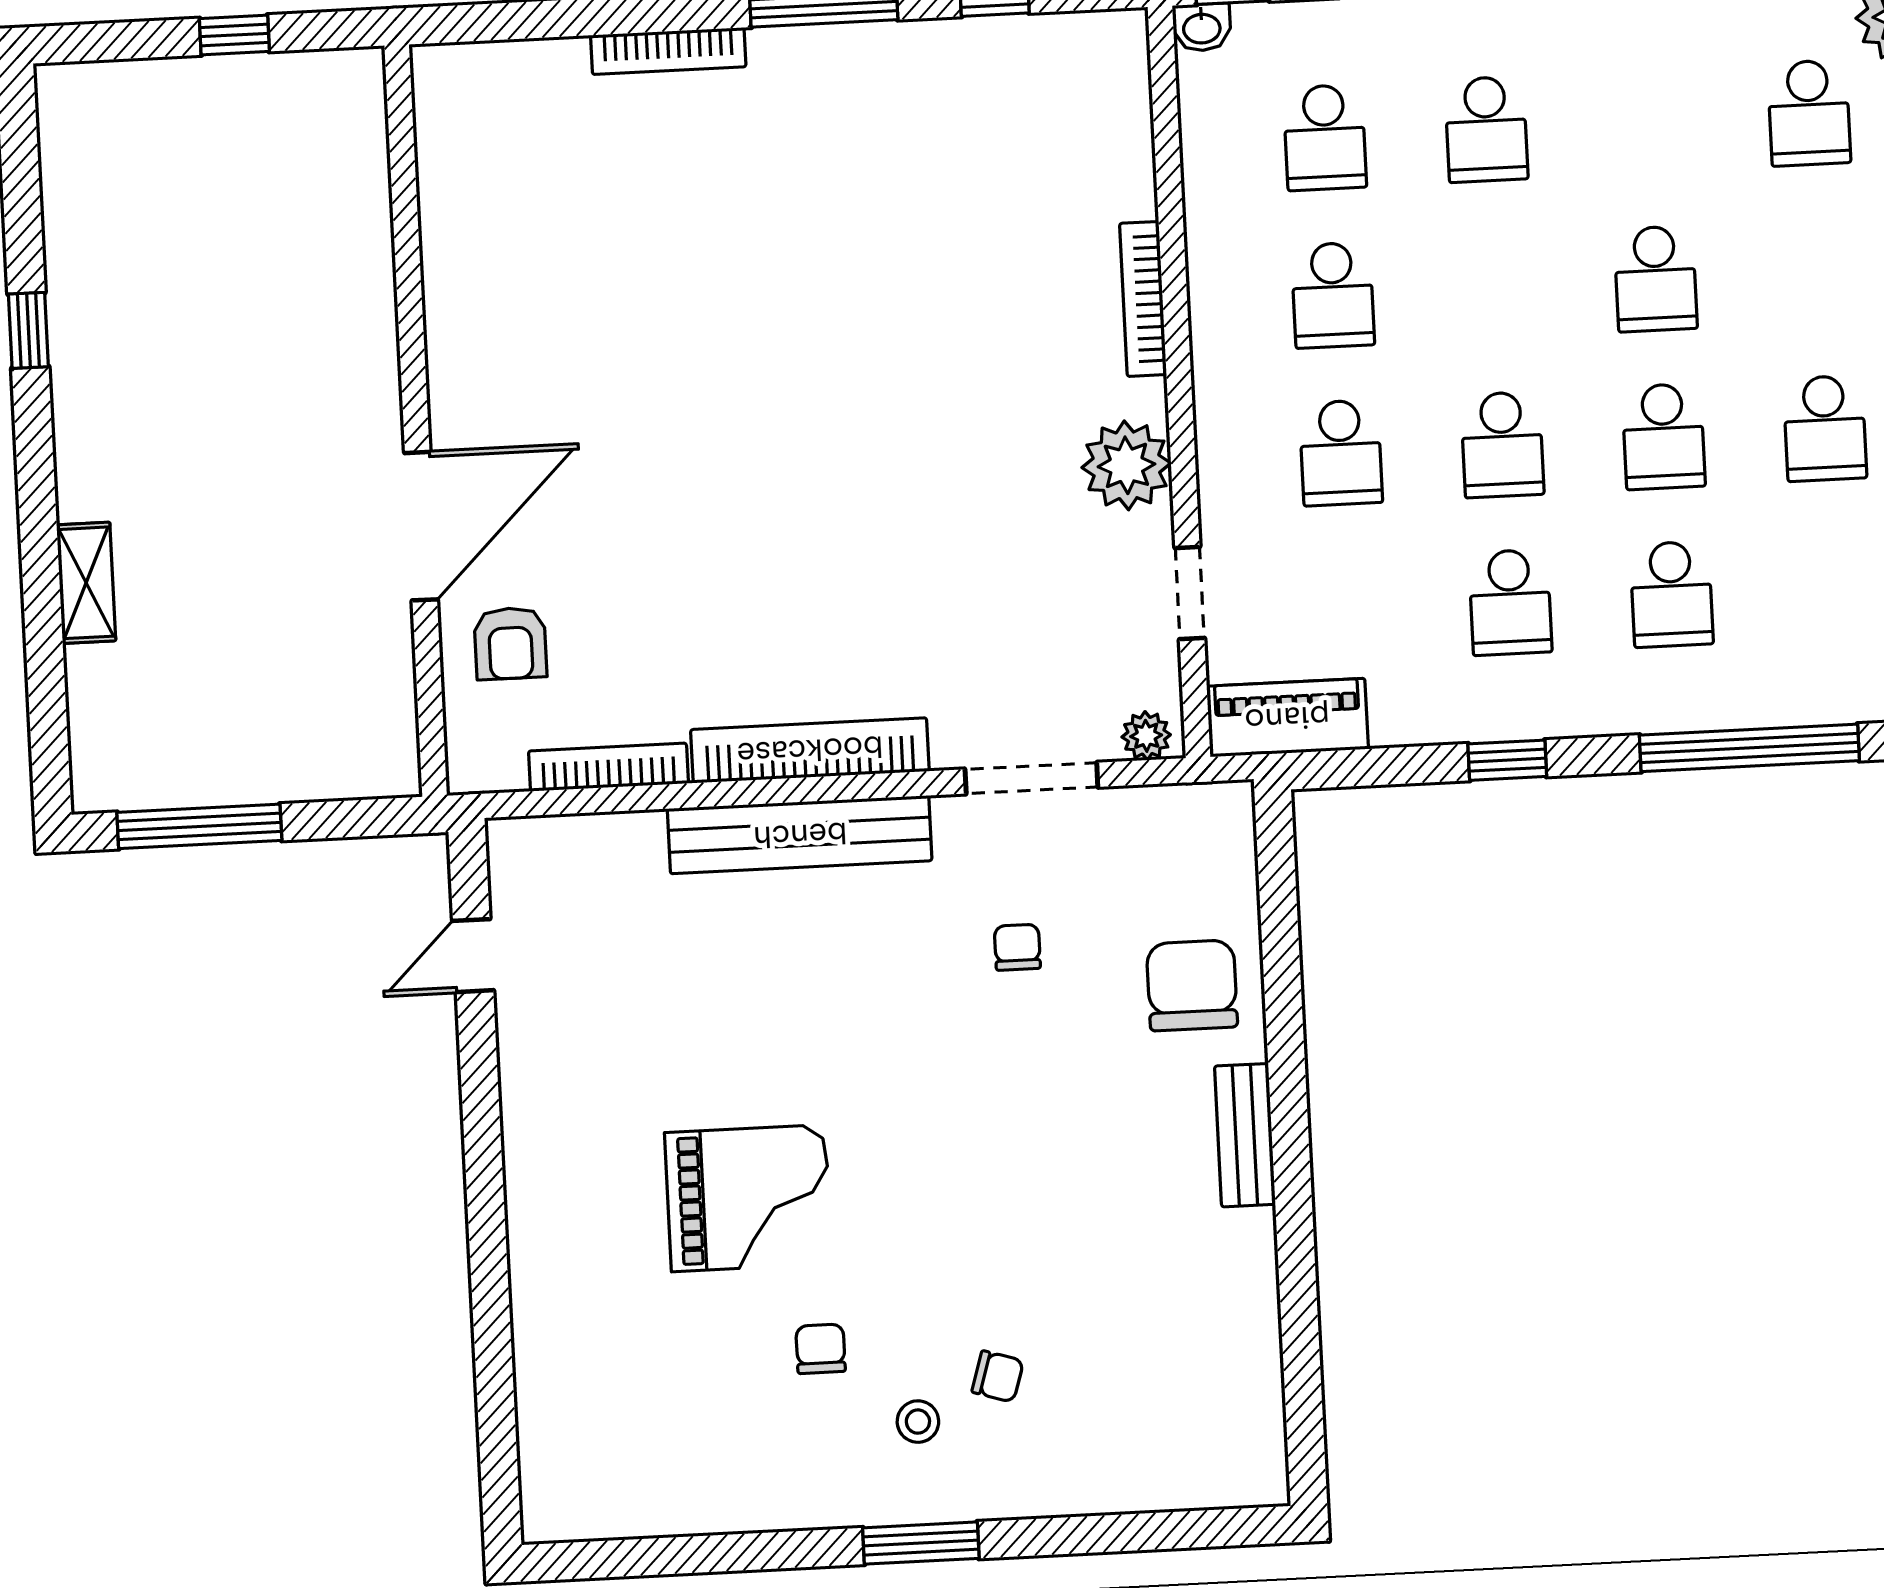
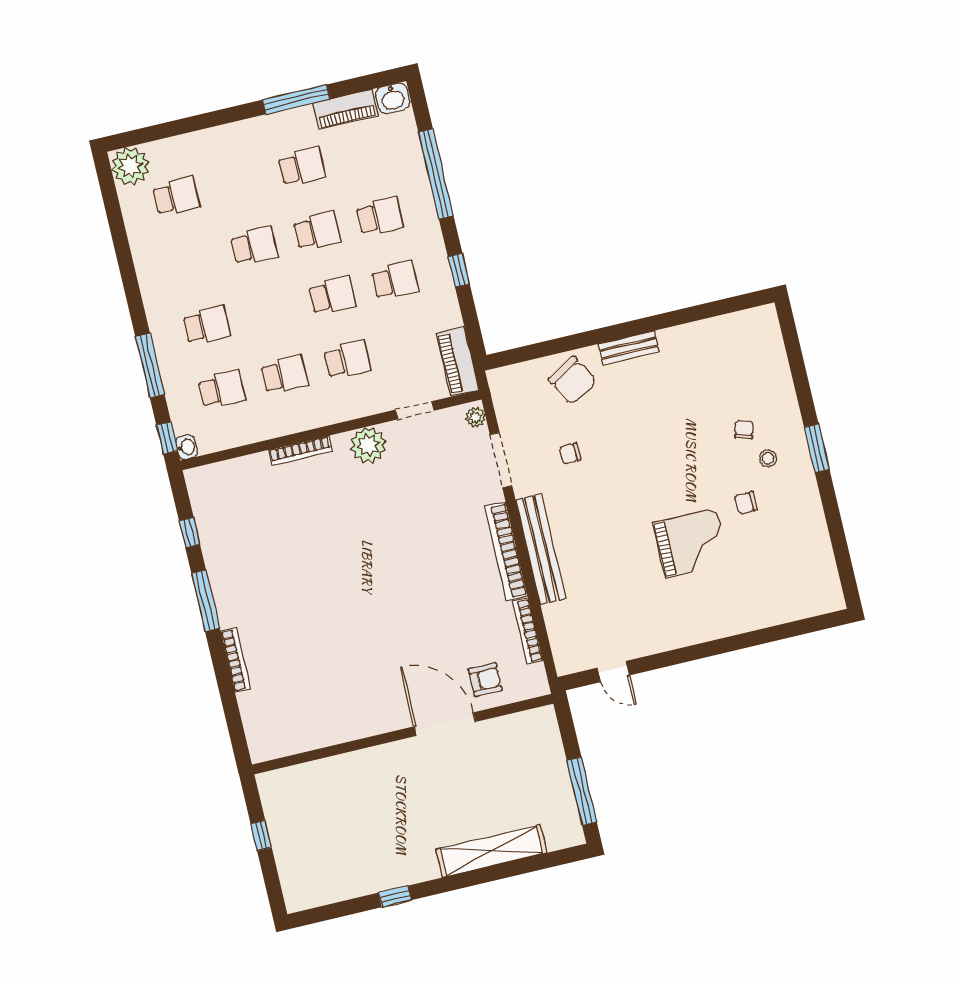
shelving: (86, 583) -> (491, 851), width x2.20, depth x1.33
chair: (1192, 985) -> (572, 380), turned -119
grand piano: (748, 1198) -> (691, 543), turned 90

